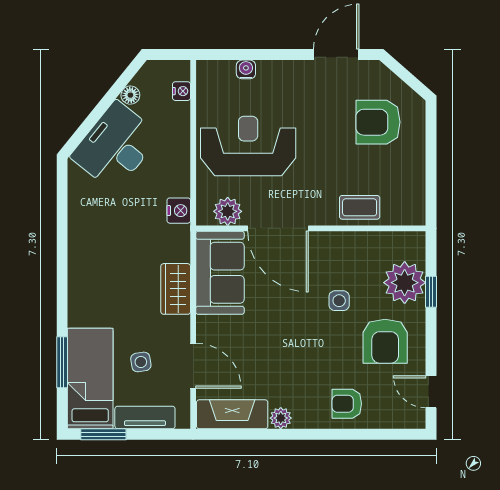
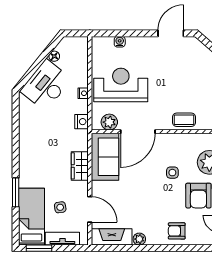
nightstand: (182, 91) -> (83, 93), moved
armchair: (378, 122) -> (194, 72), removed
door: (278, 228) -> (138, 132), hinge flipped
window: (62, 362) -> (16, 192), moved

